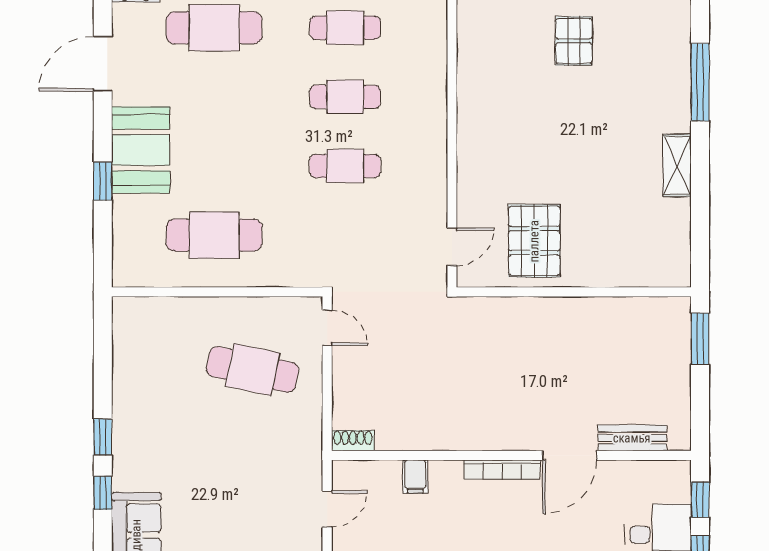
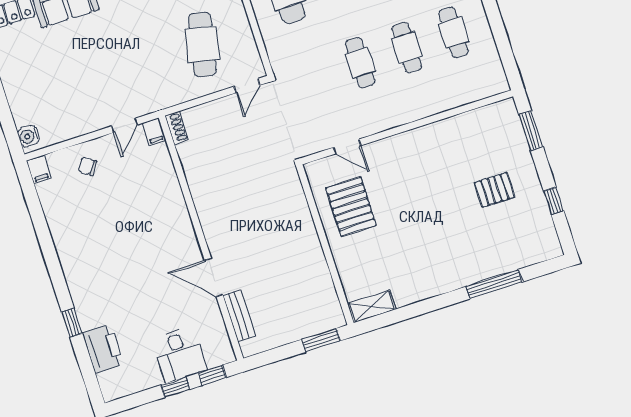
shelving: (677, 165) -> (372, 307), moved
pallet: (534, 241) -> (351, 207), turned 90
door: (452, 247) -> (347, 147), moved
bookcase: (502, 470) -> (189, 235), removed
filing cabinet: (415, 476) -> (154, 132), moved, turned -90
door: (327, 509) -> (125, 125), hinge flipped

